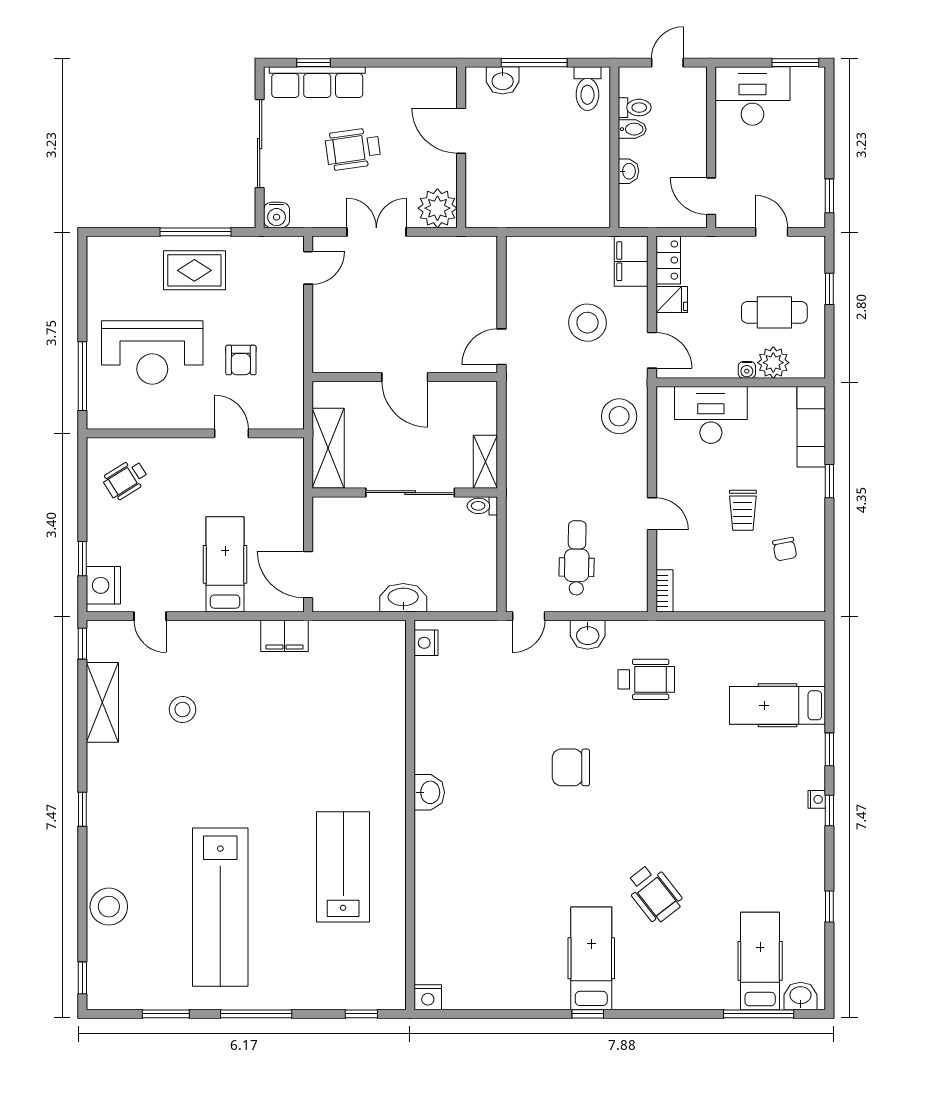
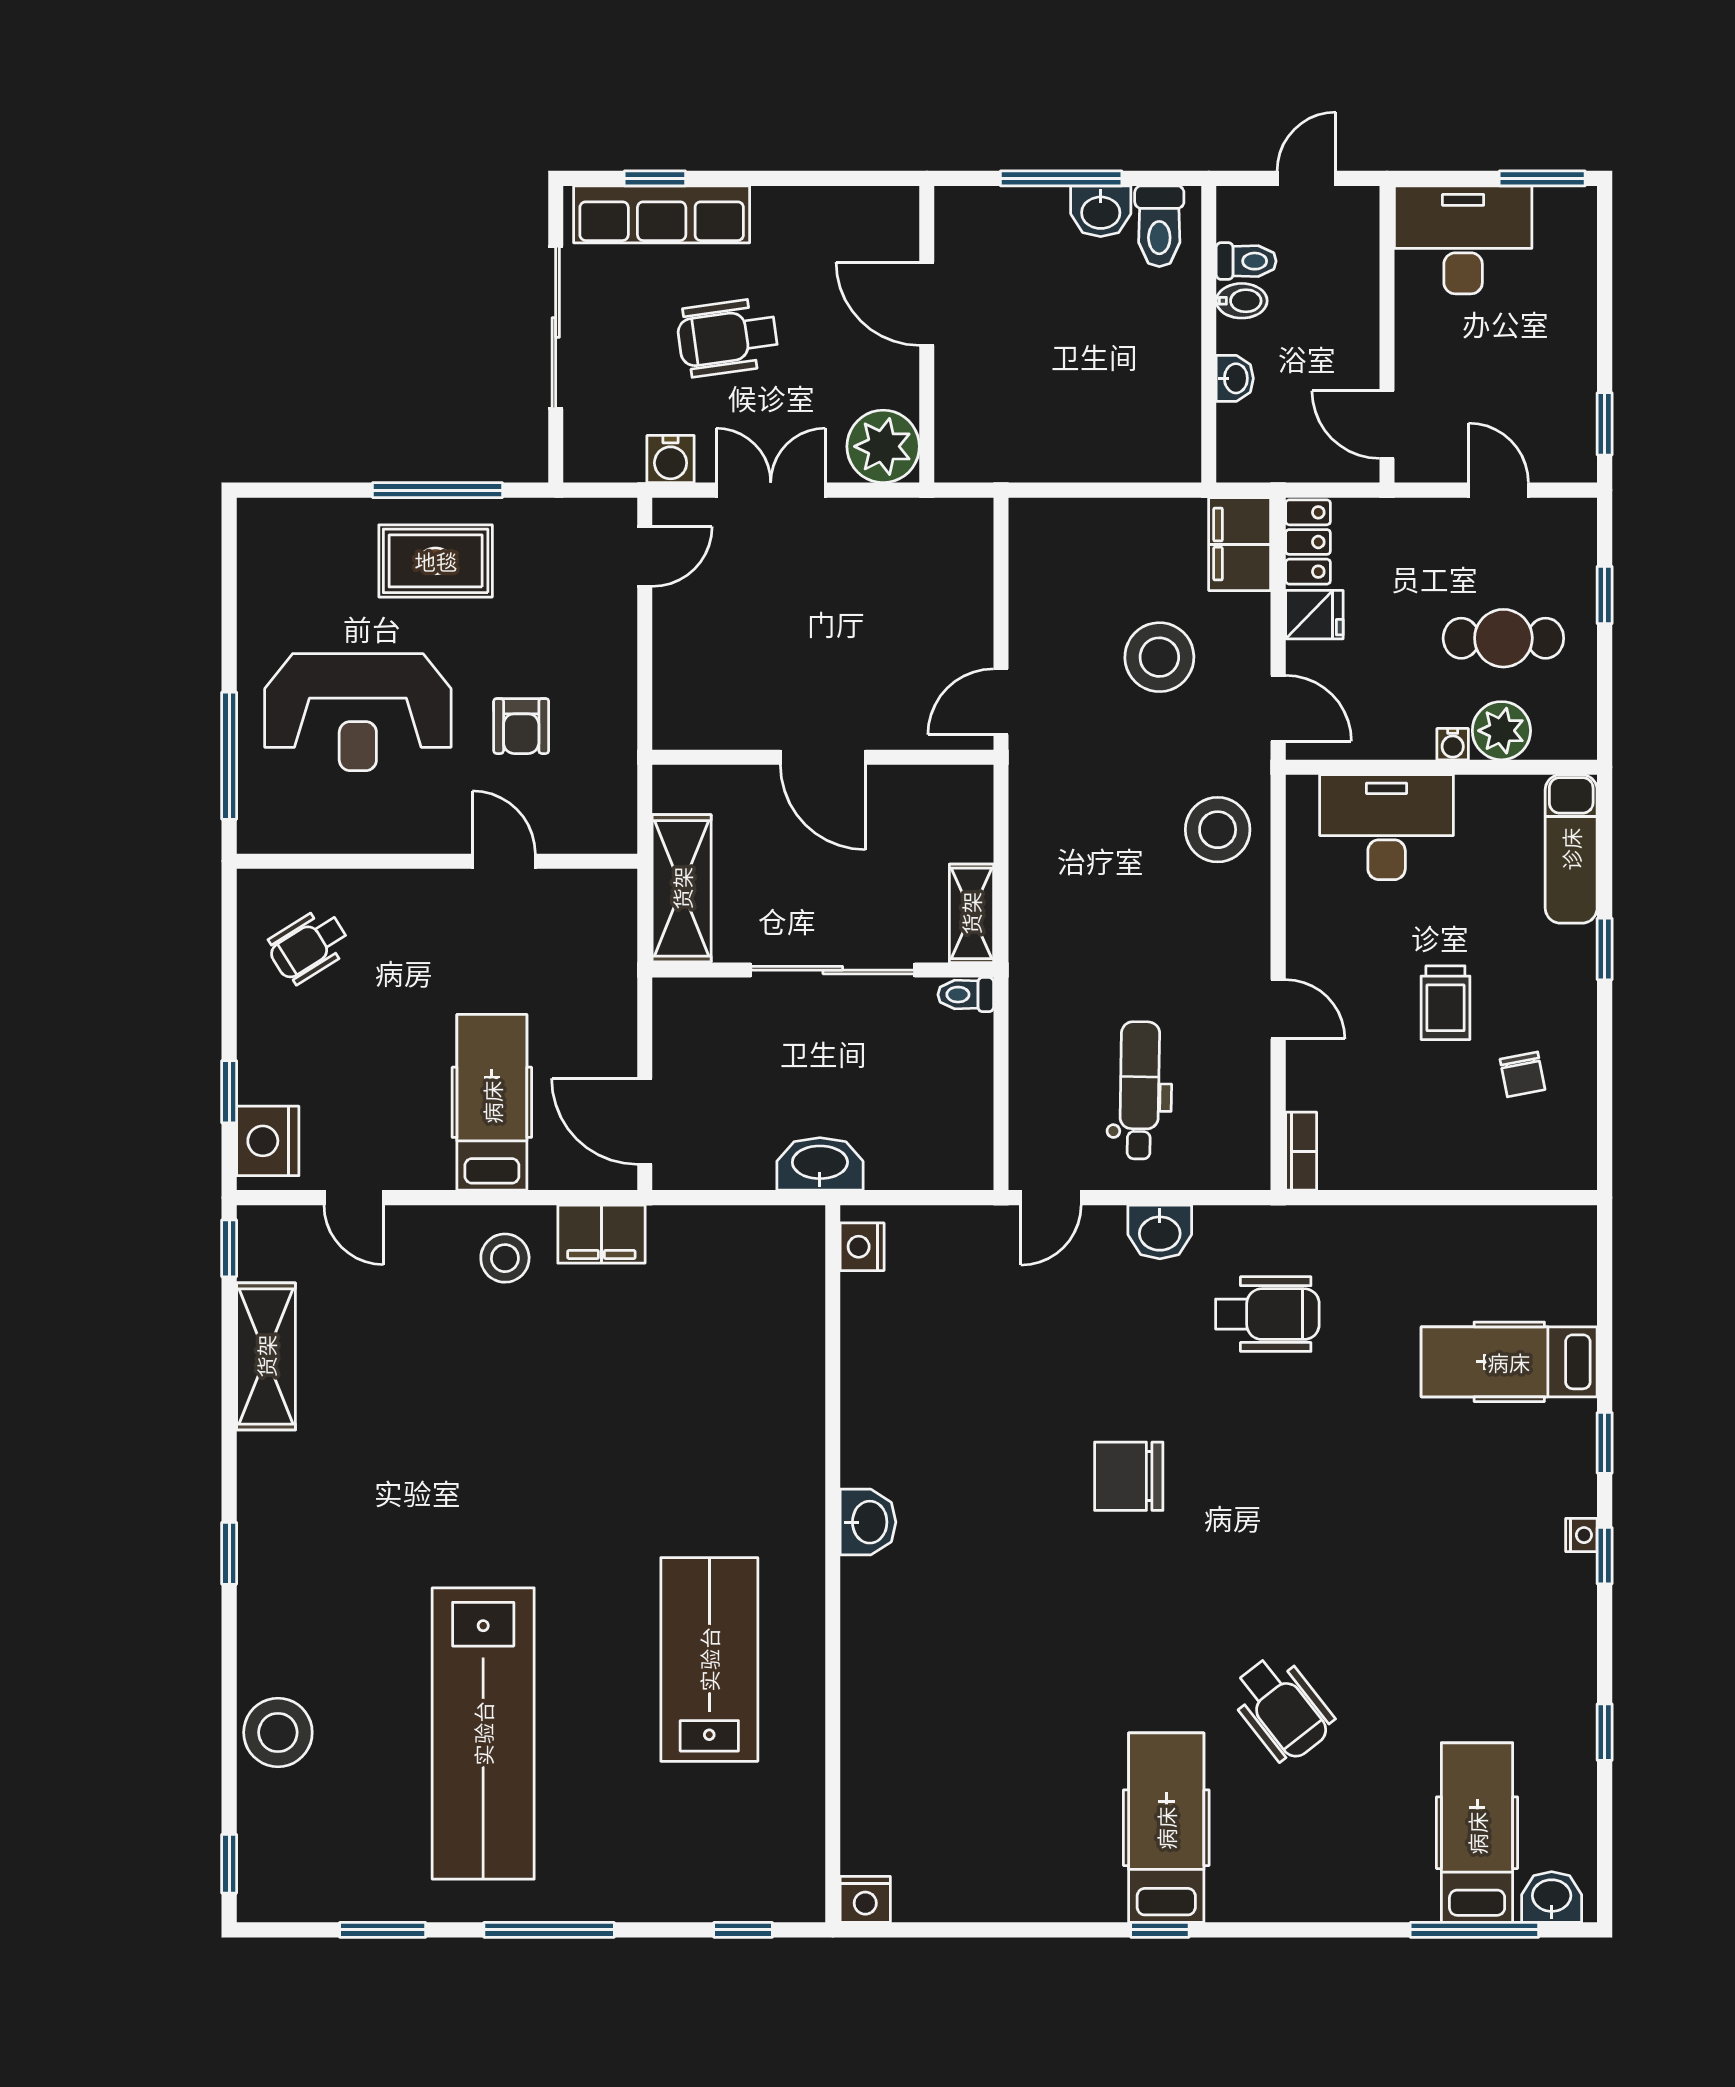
washbasin: (503, 80) -> (1101, 211), moved
water cooler: (277, 215) -> (671, 459), moved
stool: (183, 709) -> (505, 1258), moved

